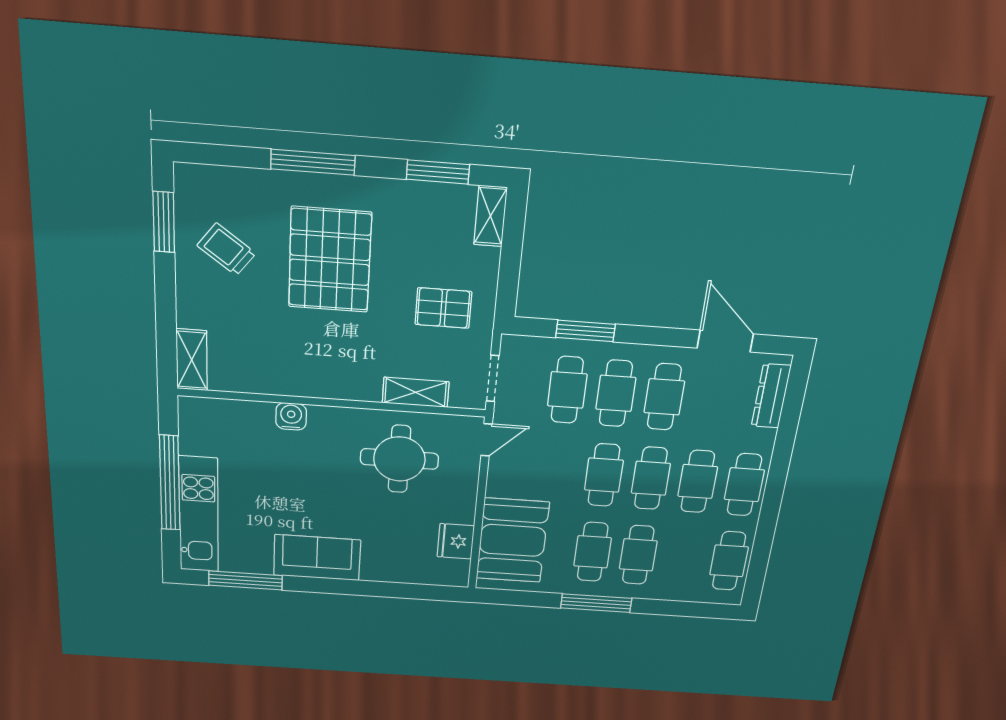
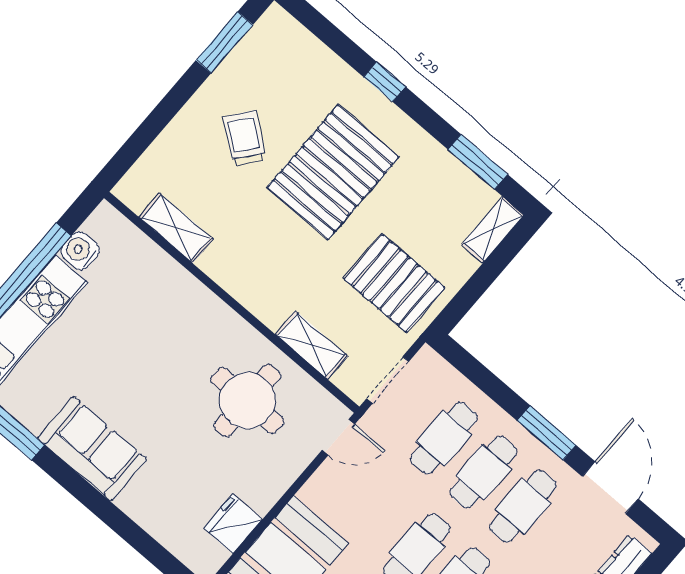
window: (313, 162) -> (385, 82), width x0.46
trolley: (226, 249) -> (245, 138), moved
pallet: (443, 308) -> (394, 283), width x1.50, depth x1.42
window: (586, 331) -> (547, 433), moved
shelving: (192, 360) -> (176, 228), moved, turned 90
water cooler: (291, 416) -> (80, 251), moved, turned -90

